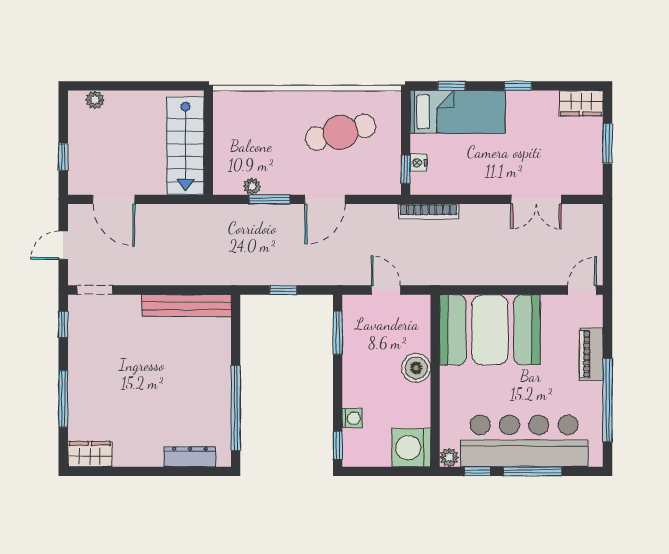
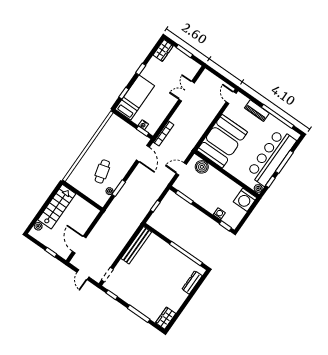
cafe table: (340, 132) -> (102, 171), moved, width x0.73, depth x0.74
stairs: (185, 146) -> (57, 207), moved, turned -90
door: (114, 199) -> (79, 245), swing flipped
door: (325, 199) -> (143, 154), moved
double door: (536, 199) -> (187, 91), swing flipped
boiler: (416, 368) -> (202, 167), moved

